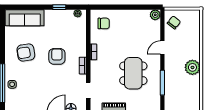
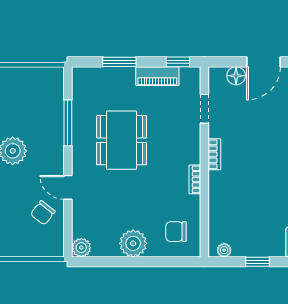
plant: (127, 17) -> (133, 243), added
chair: (174, 22) -> (43, 213), moved
door: (162, 48) -> (68, 187), swing flipped
armchair: (57, 56) -> (262, 171), removed

